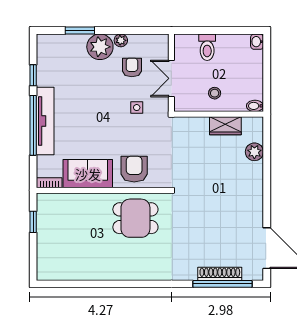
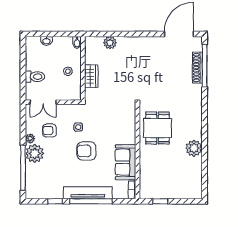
window: (80, 30) -> (23, 168), width x2.11
washbasin: (257, 42) -> (46, 41), moved
double door: (171, 78) -> (43, 102), moved
wardrobe: (225, 126) -> (91, 76), moved
armchair: (134, 169) -> (86, 151), moved
plant: (107, 269) -> (194, 148), added

